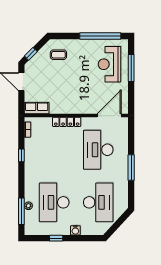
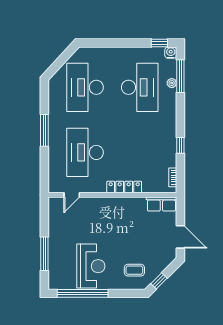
window: (31, 54) -> (159, 281), moved
reception desk: (110, 64) -> (91, 266), moved
door: (109, 116) -> (72, 195), width x0.53
desk: (98, 150) -> (85, 152), turned 180
water cooler: (75, 230) -> (171, 53), moved
window: (56, 238) -> (159, 43), moved

